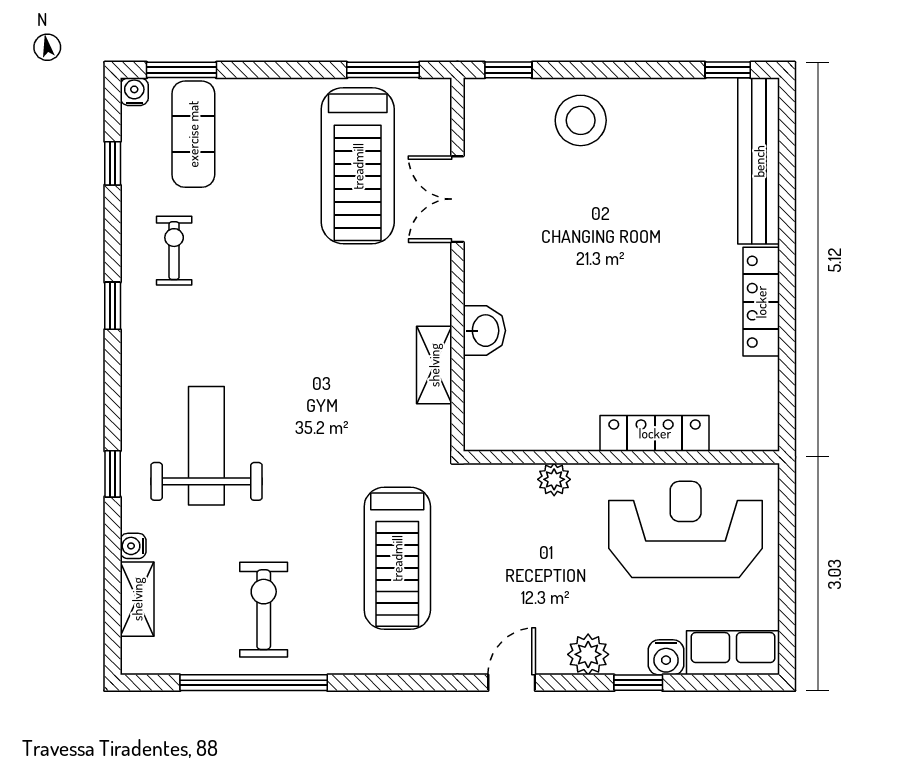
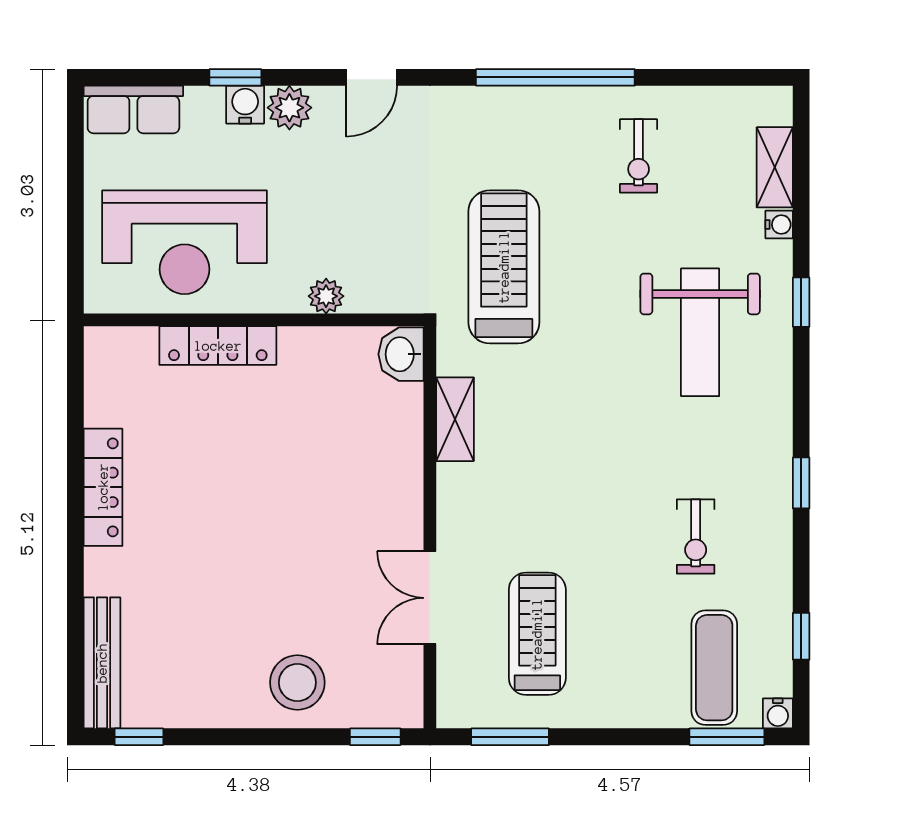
bench: (759, 161) -> (102, 663), width x0.73, depth x0.82
treadmill: (358, 166) -> (537, 634), width x0.73, depth x0.73
double door: (457, 199) -> (430, 598), swing flipped
exercise bike: (174, 251) -> (696, 537), moved
washbasin: (484, 331) -> (401, 354), moved
treadmill: (397, 558) -> (504, 267), moved
exercise bike: (264, 610) -> (639, 156), width x0.73, depth x0.72
water cooler: (666, 657) -> (245, 105), moved
window: (254, 683) -> (555, 77), moved

